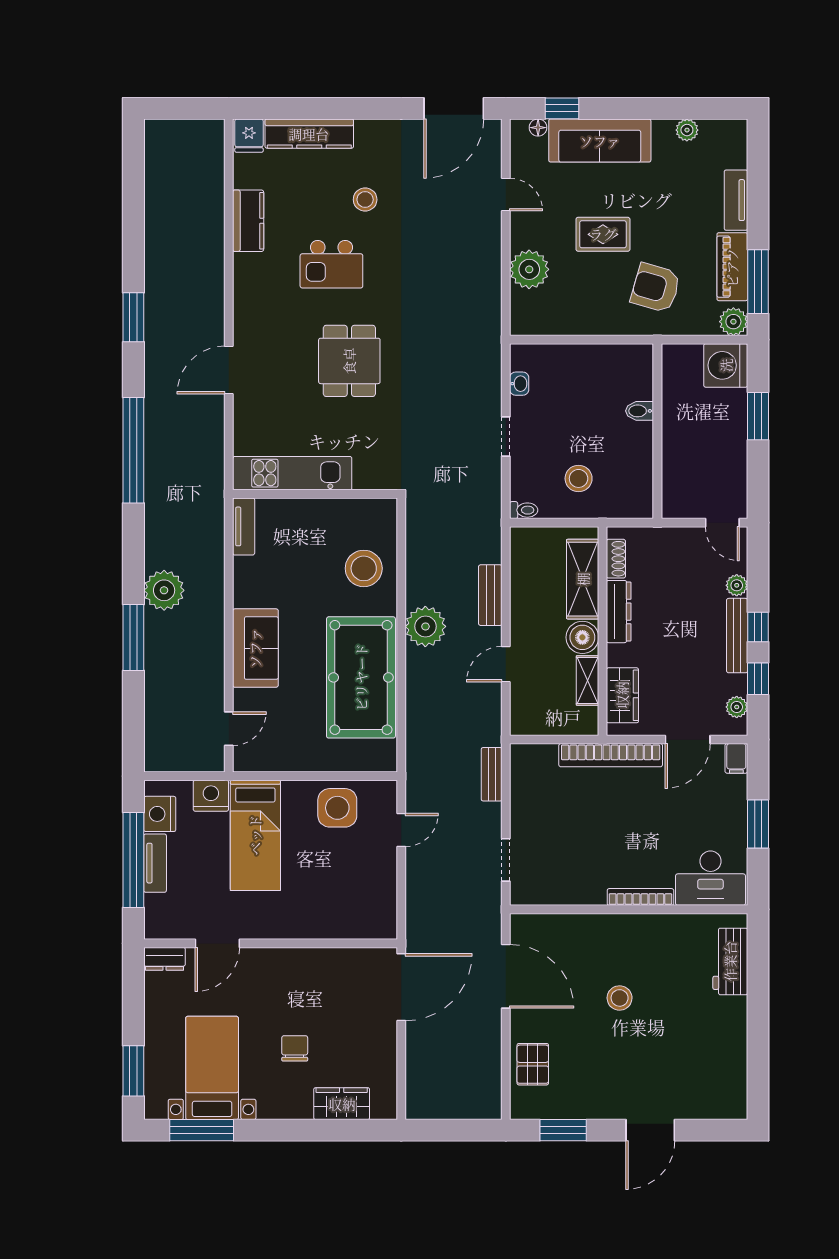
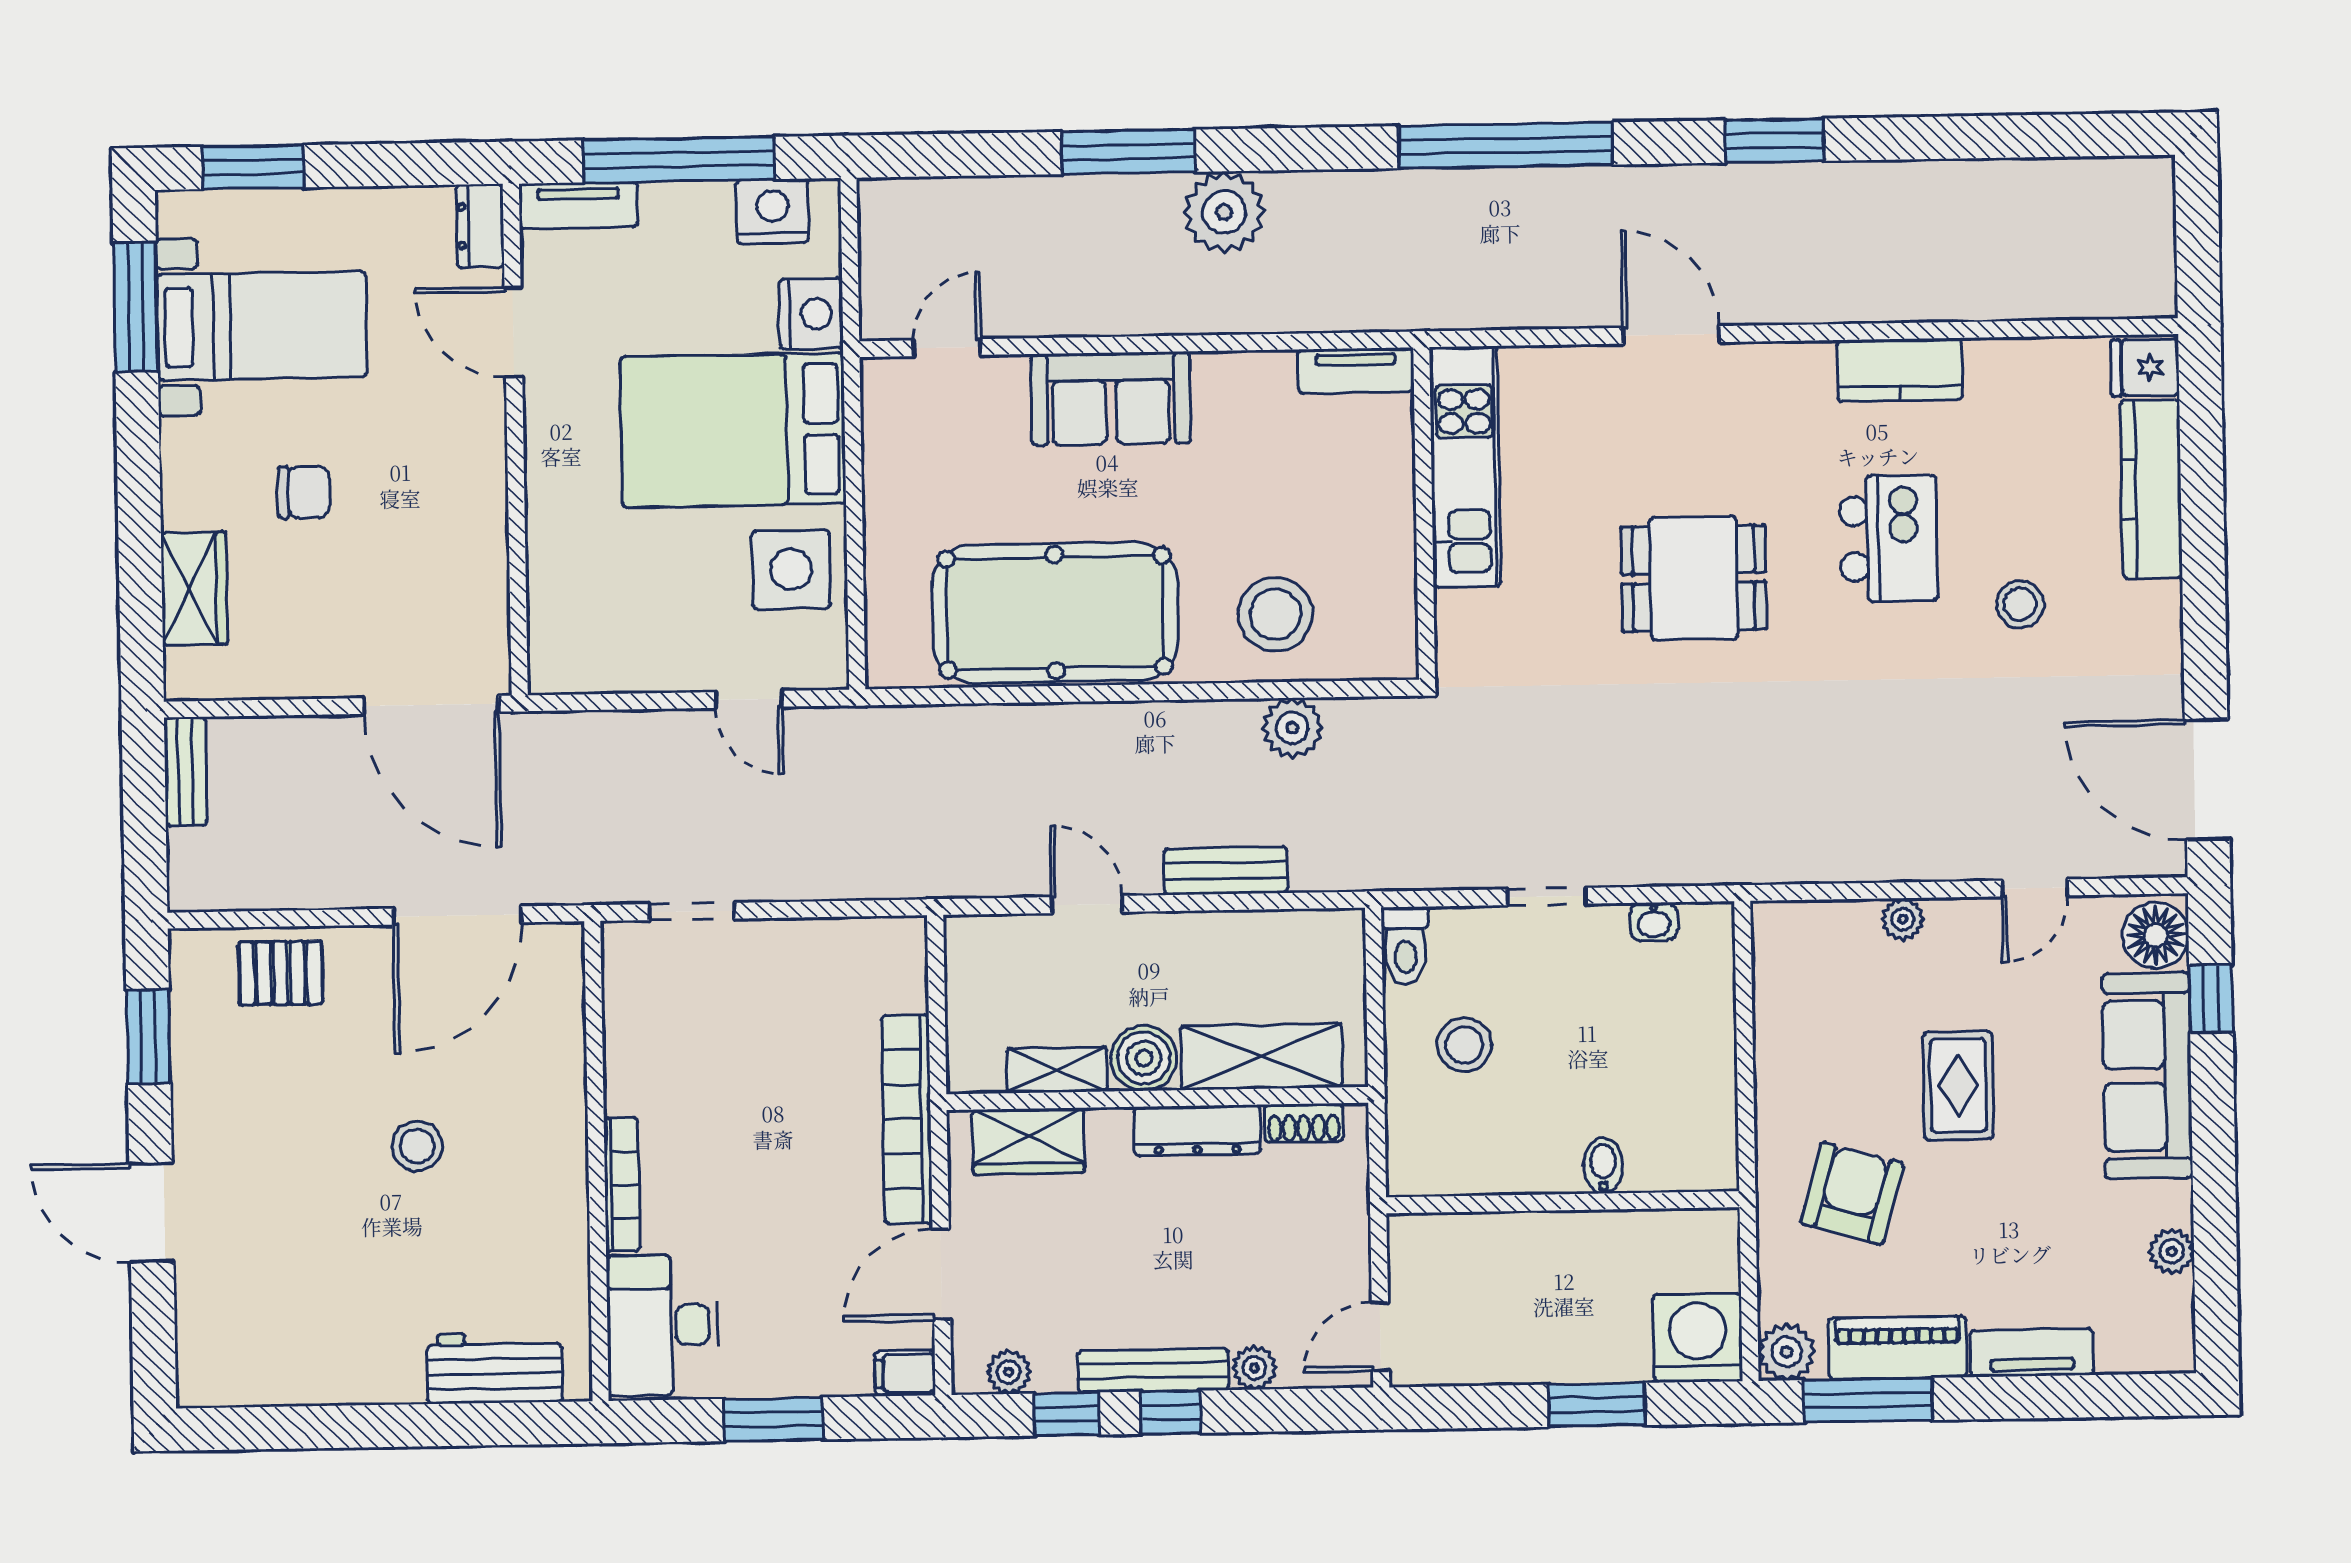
floor lamp: (538, 128) -> (2156, 935), width x1.89, depth x1.89
kitchen counter: (248, 221) -> (1900, 370), moved
kitchen island: (331, 264) -> (1888, 538), turned 180
plant: (529, 269) -> (1903, 919), width x0.53, depth x0.53
toilet: (524, 510) -> (1405, 946), width x1.37, depth x1.39
plant: (425, 626) -> (1292, 728), moved, width x0.73, depth x0.73
door: (229, 729) -> (947, 348), swing flipped
door: (688, 740) -> (941, 1274), hinge flipped
bench: (492, 774) -> (186, 771), moved, turned 90
bed: (255, 835) -> (733, 430), width x1.50
tv unit: (155, 863) -> (578, 205), moved

